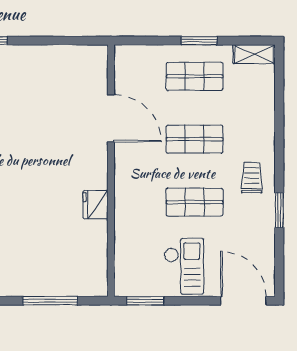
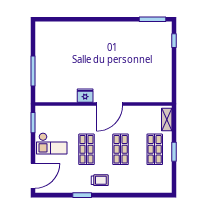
shelving: (254, 54) -> (167, 120), moved
door: (111, 118) -> (110, 104), moved

